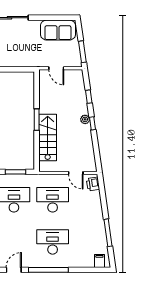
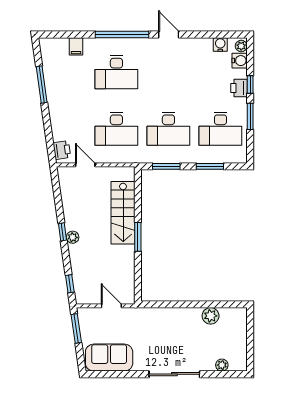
window: (89, 97) -> (70, 284), moved
filing cabinet: (99, 261) -> (76, 46), moved
door: (14, 270) -> (169, 34), swing flipped

